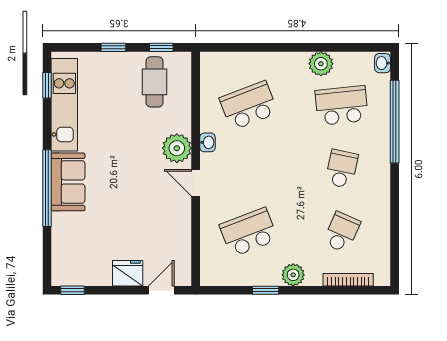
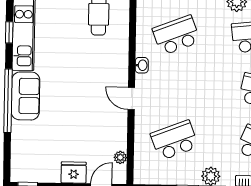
window: (47, 85) -> (9, 32), moved
plant: (177, 148) -> (120, 157), moved, width x0.53, depth x0.53

